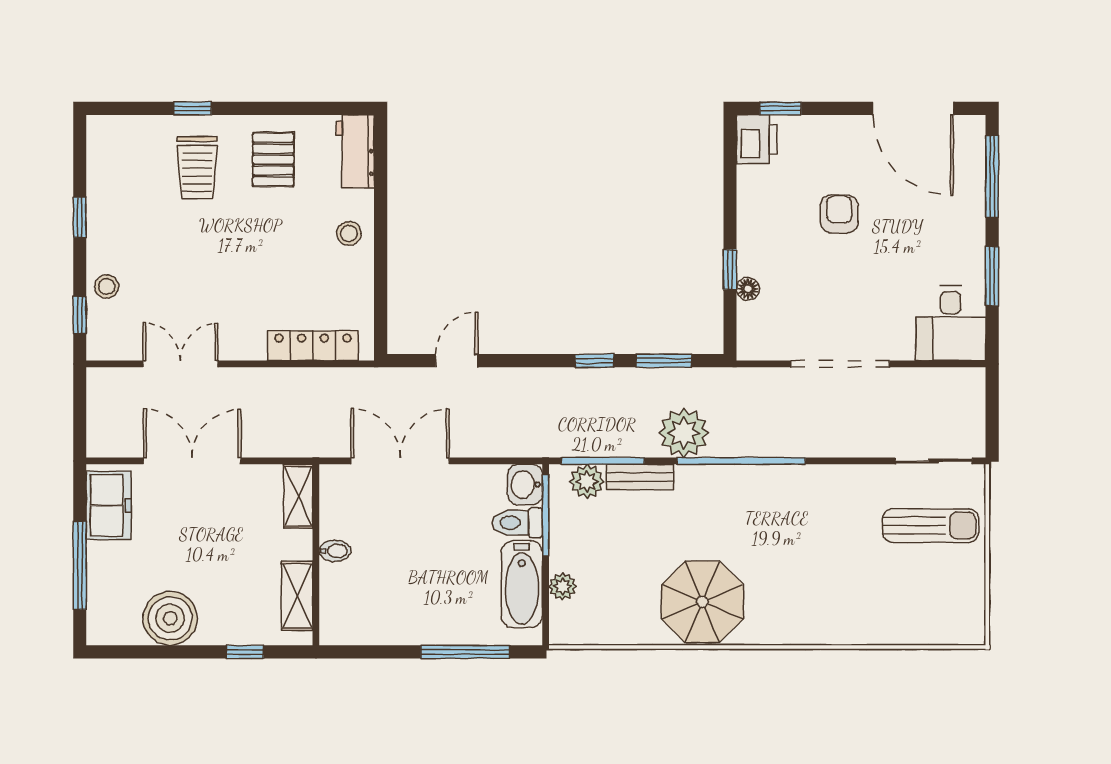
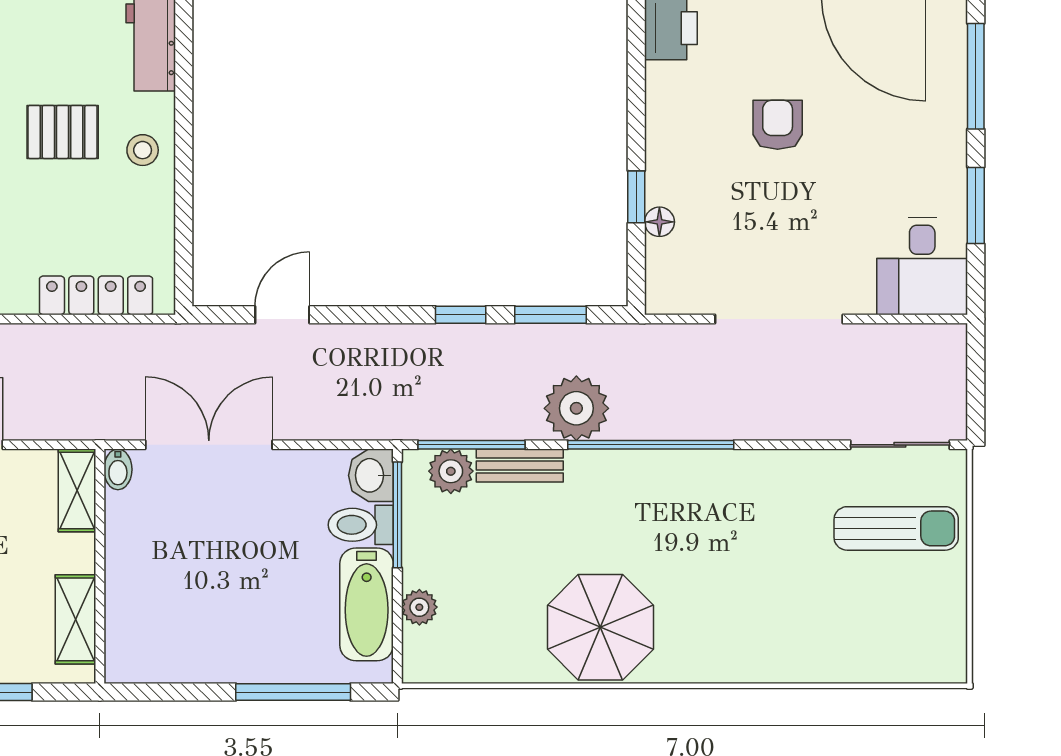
pallet: (273, 160) -> (63, 132), moved, turned 90
bidet: (335, 551) -> (118, 469), moved, turned 90

